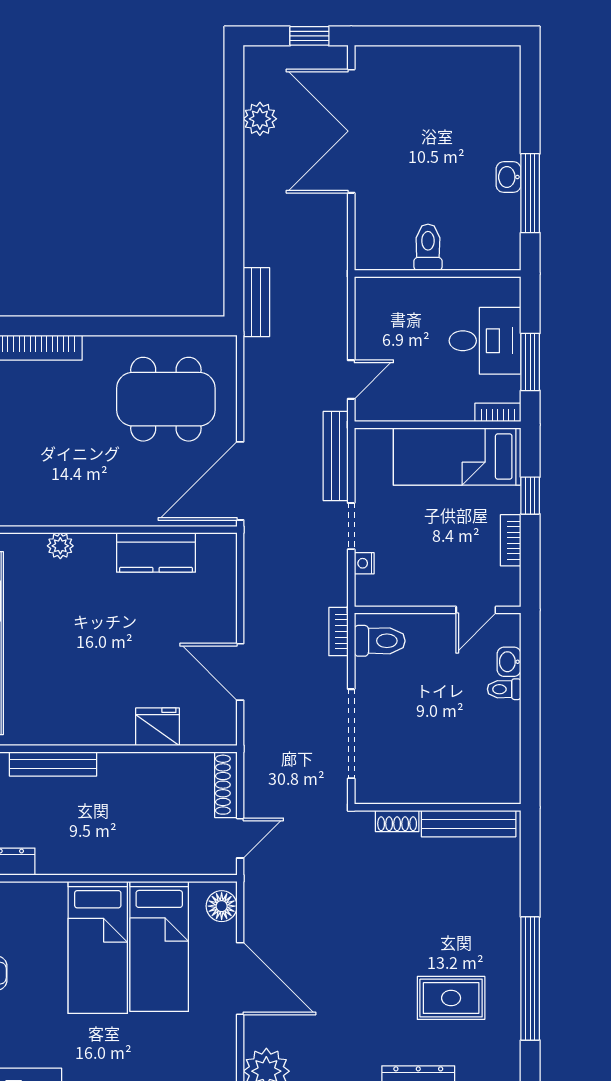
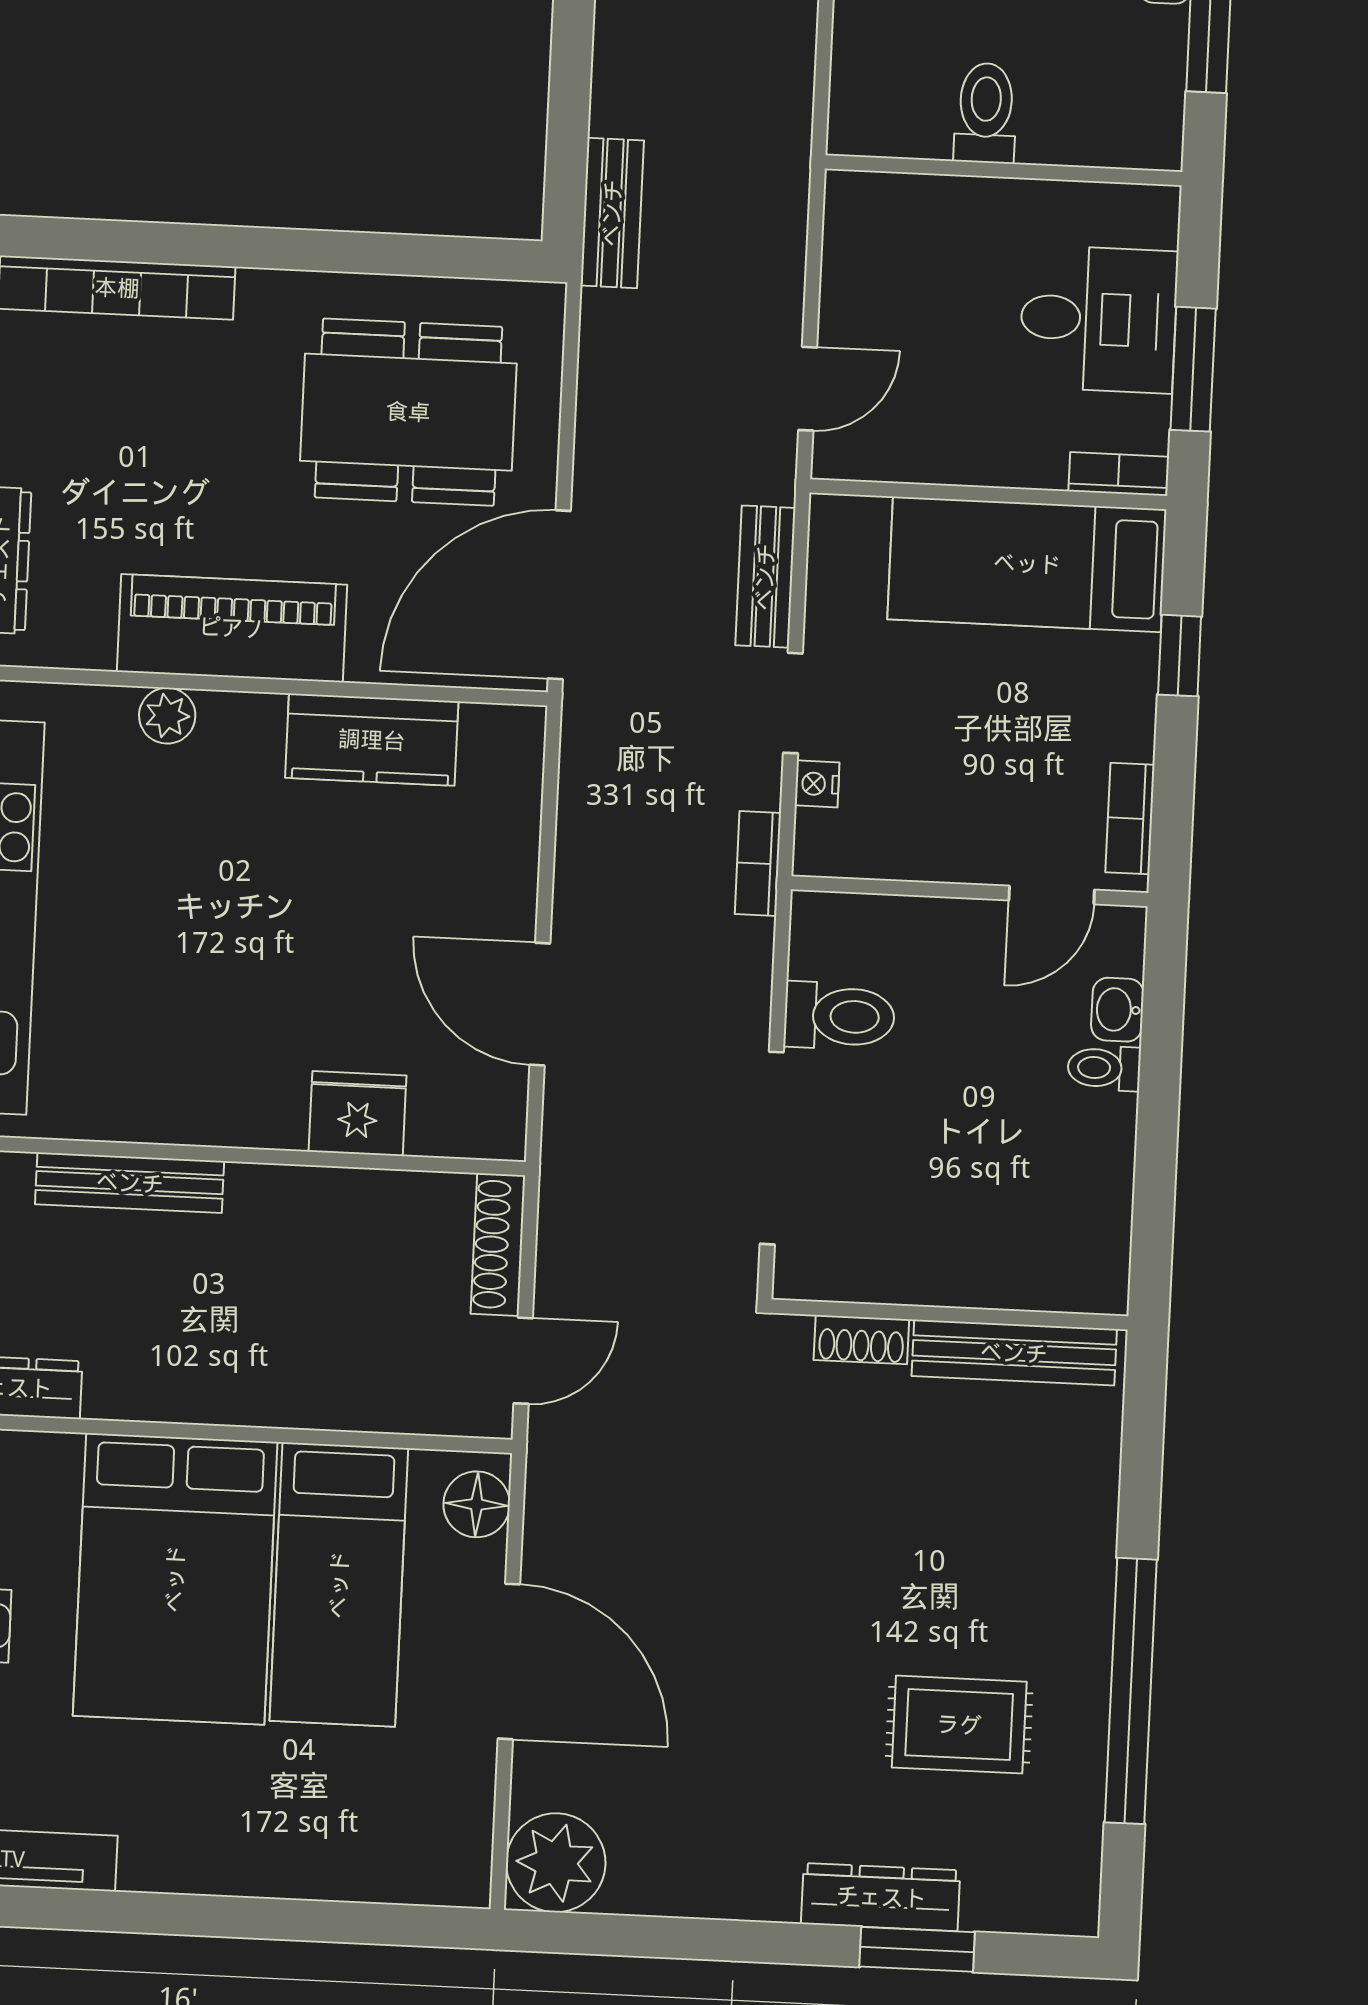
bench: (336, 456) -> (765, 577), width x0.73
piano: (89, 504) -> (232, 628), added
bookcase: (511, 540) -> (1130, 819), moved
bookcase: (338, 632) -> (758, 864), moved
toilet: (380, 641) -> (839, 1016), moved
bed: (98, 947) -> (175, 1579), width x1.50

